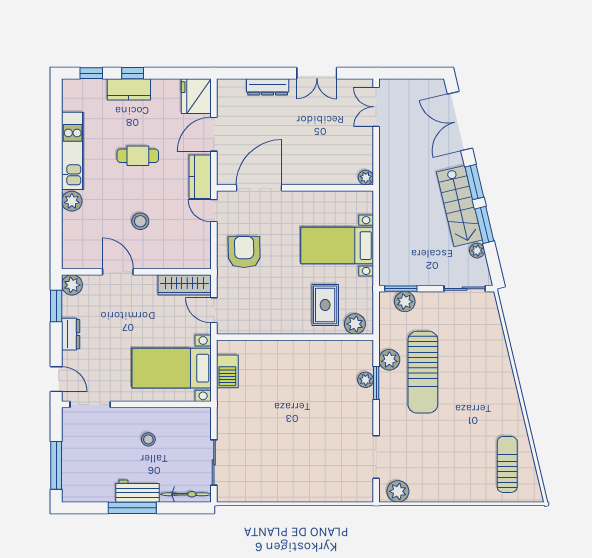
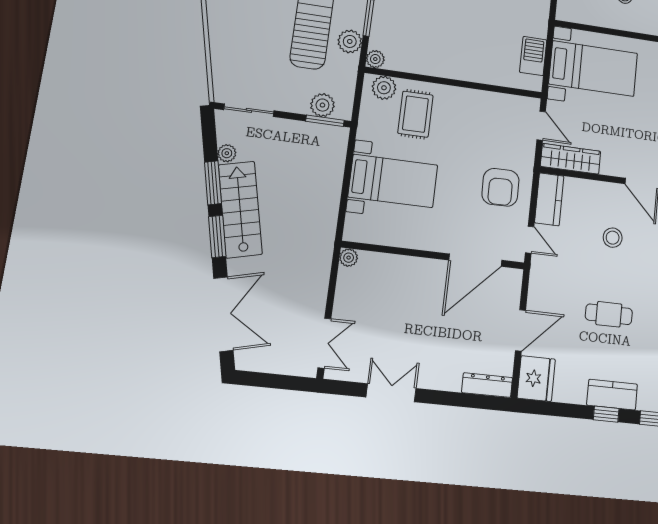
dresser: (268, 87) -> (487, 385), moved
kitchen counter: (200, 177) -> (549, 199), moved
plant: (366, 380) -> (375, 59), moved

